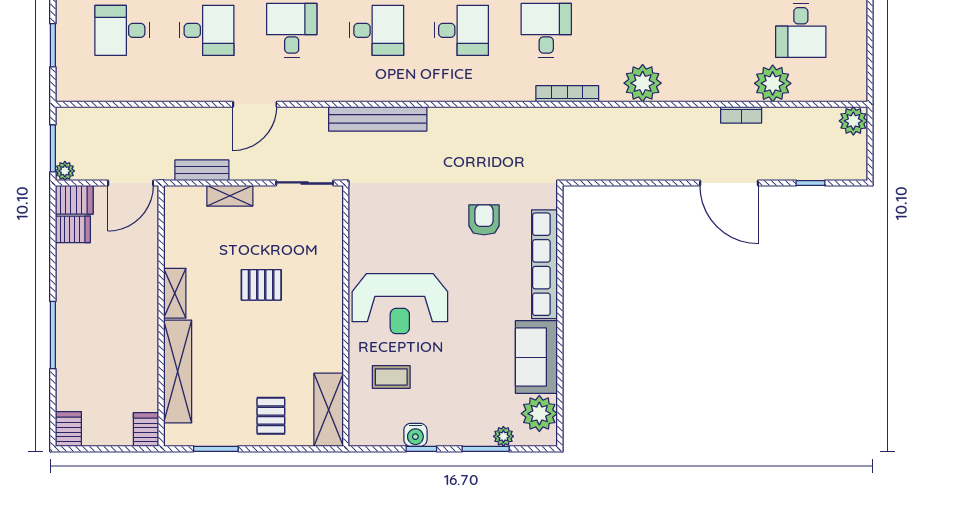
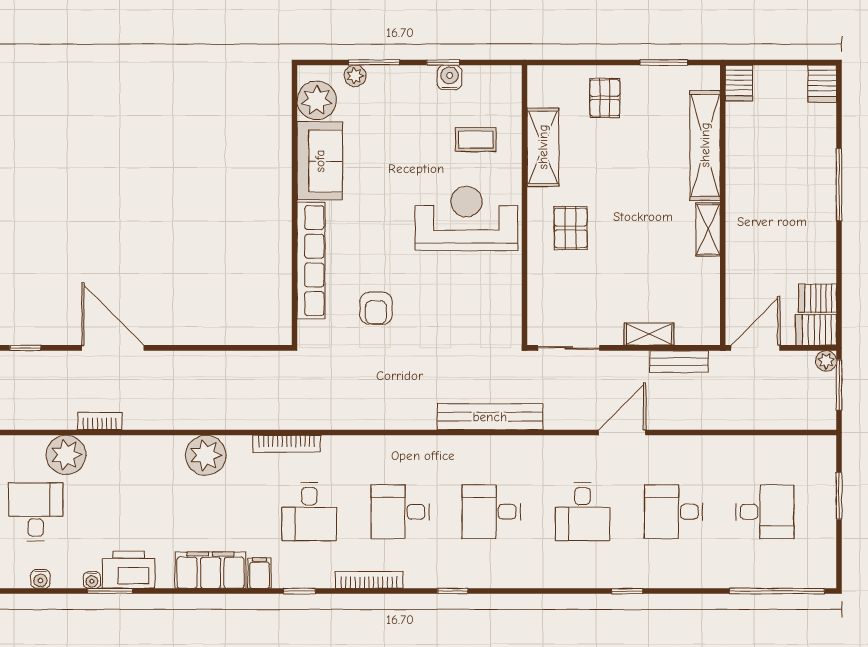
pallet: (261, 285) -> (571, 228), moved, turned 90
shelving: (329, 410) -> (543, 147), moved

